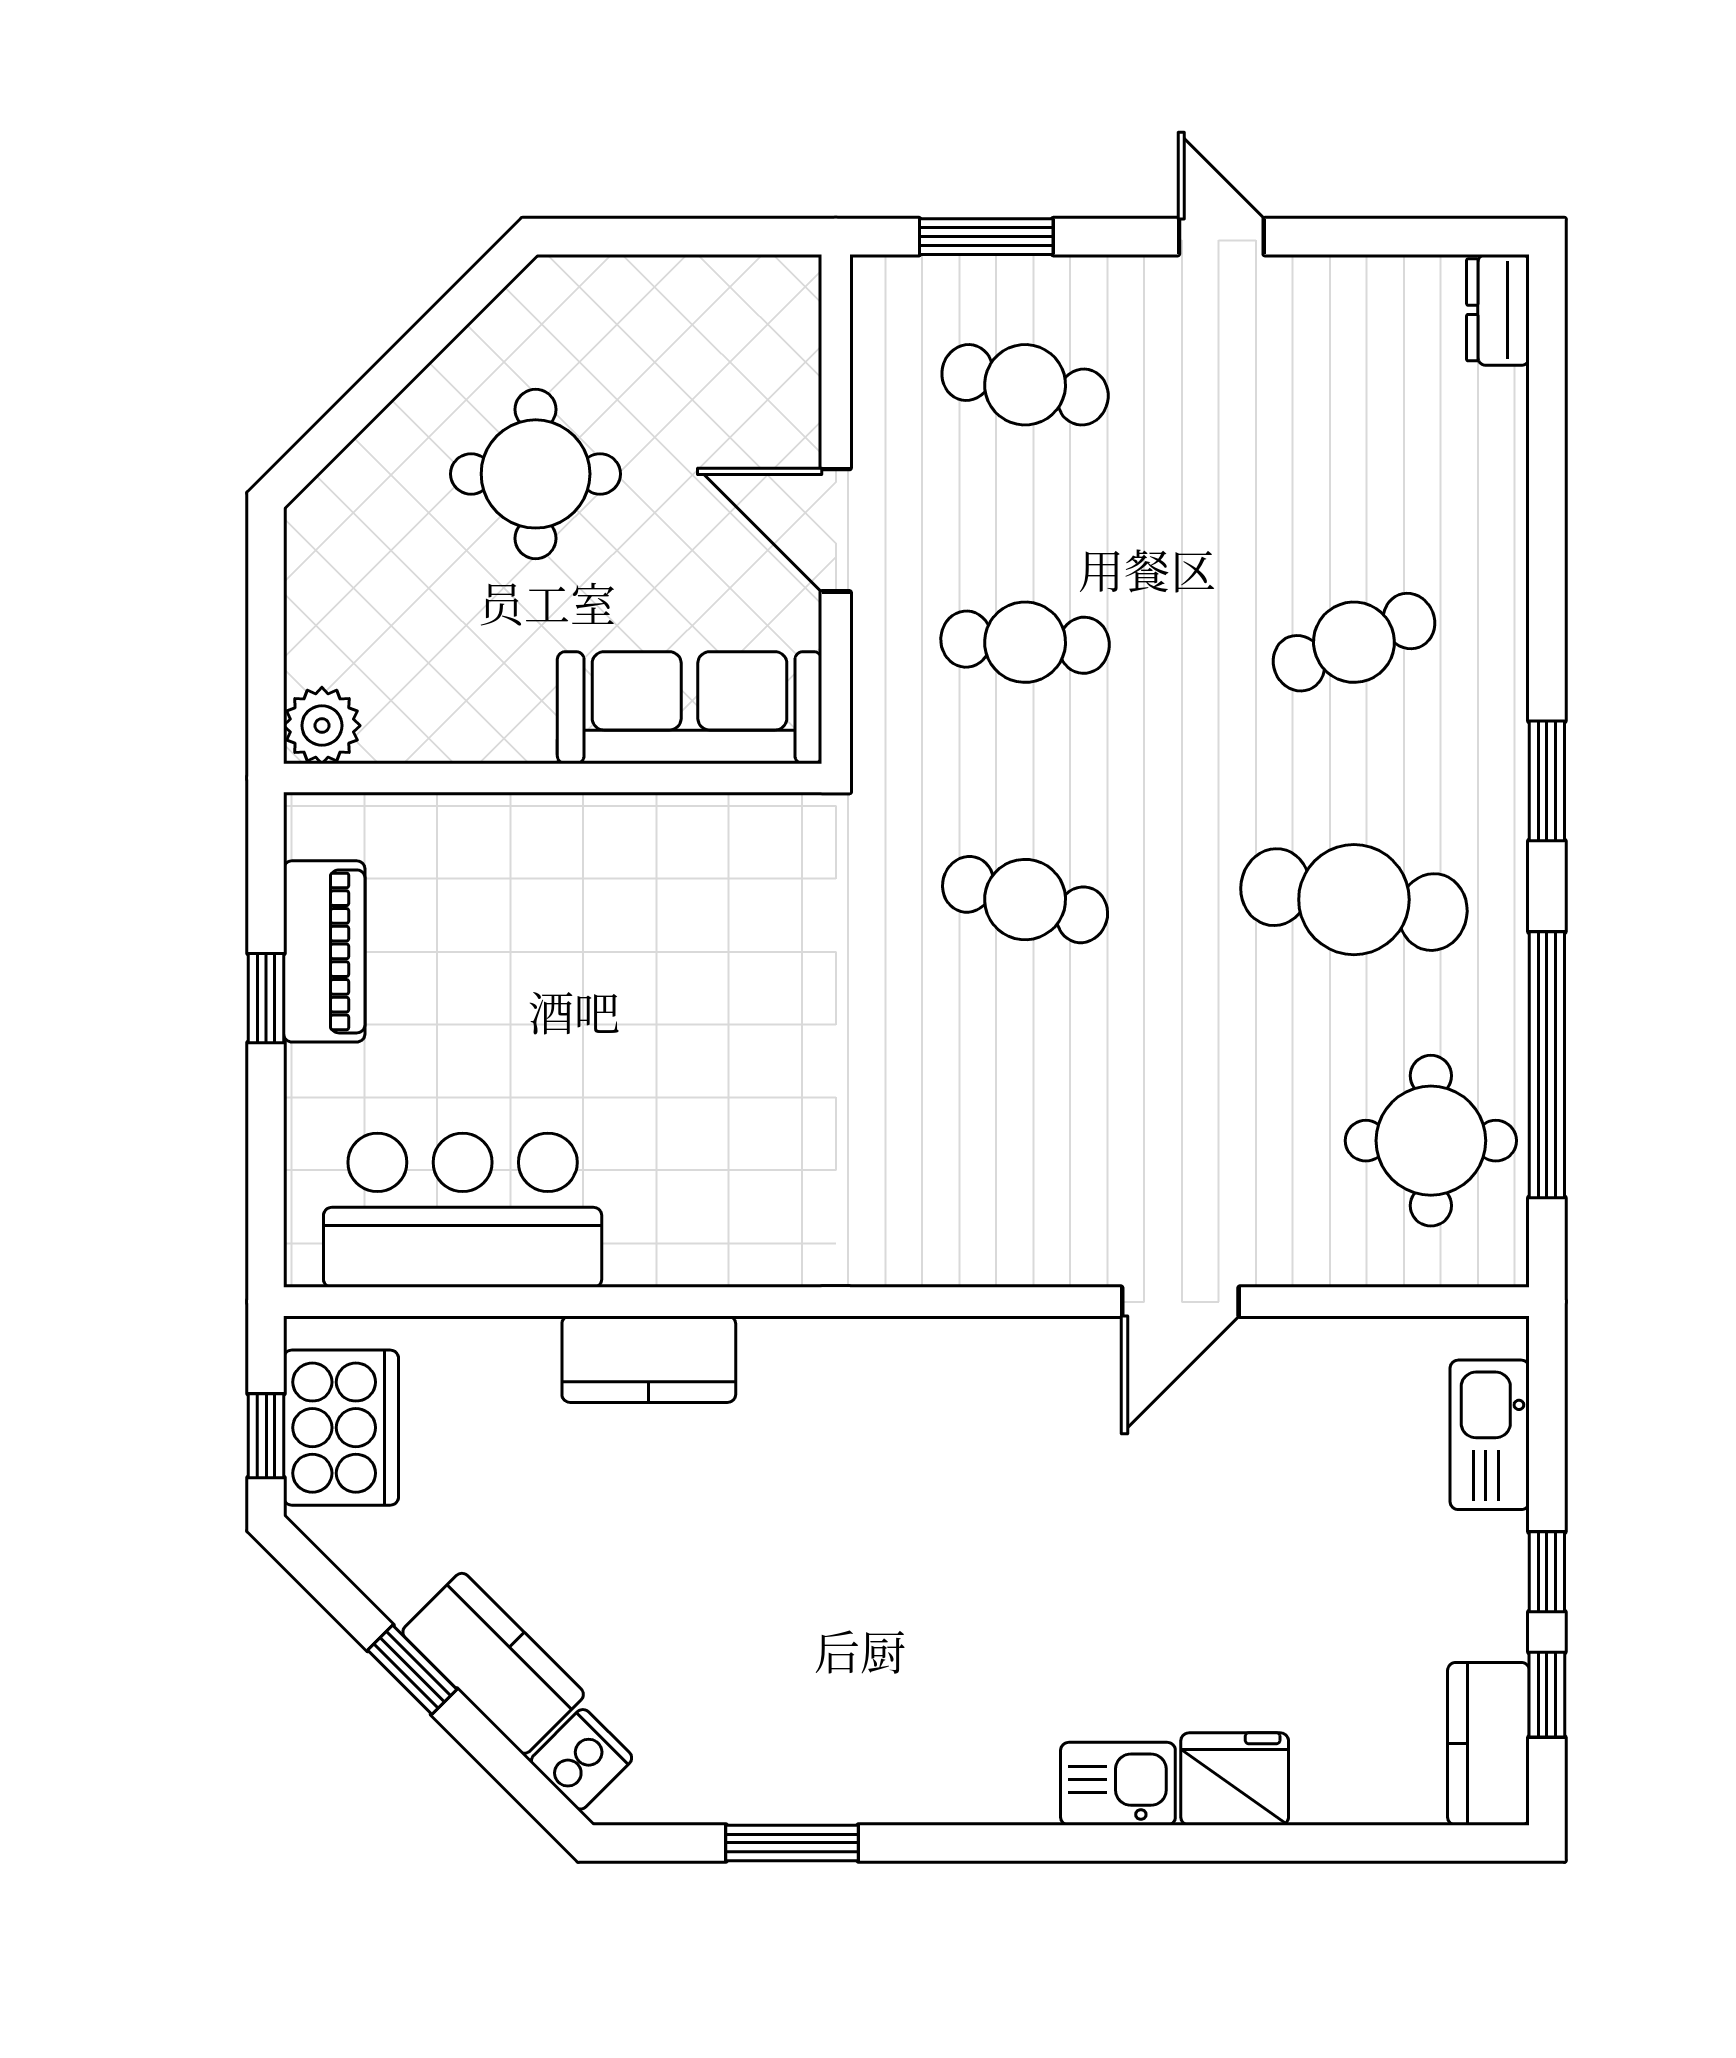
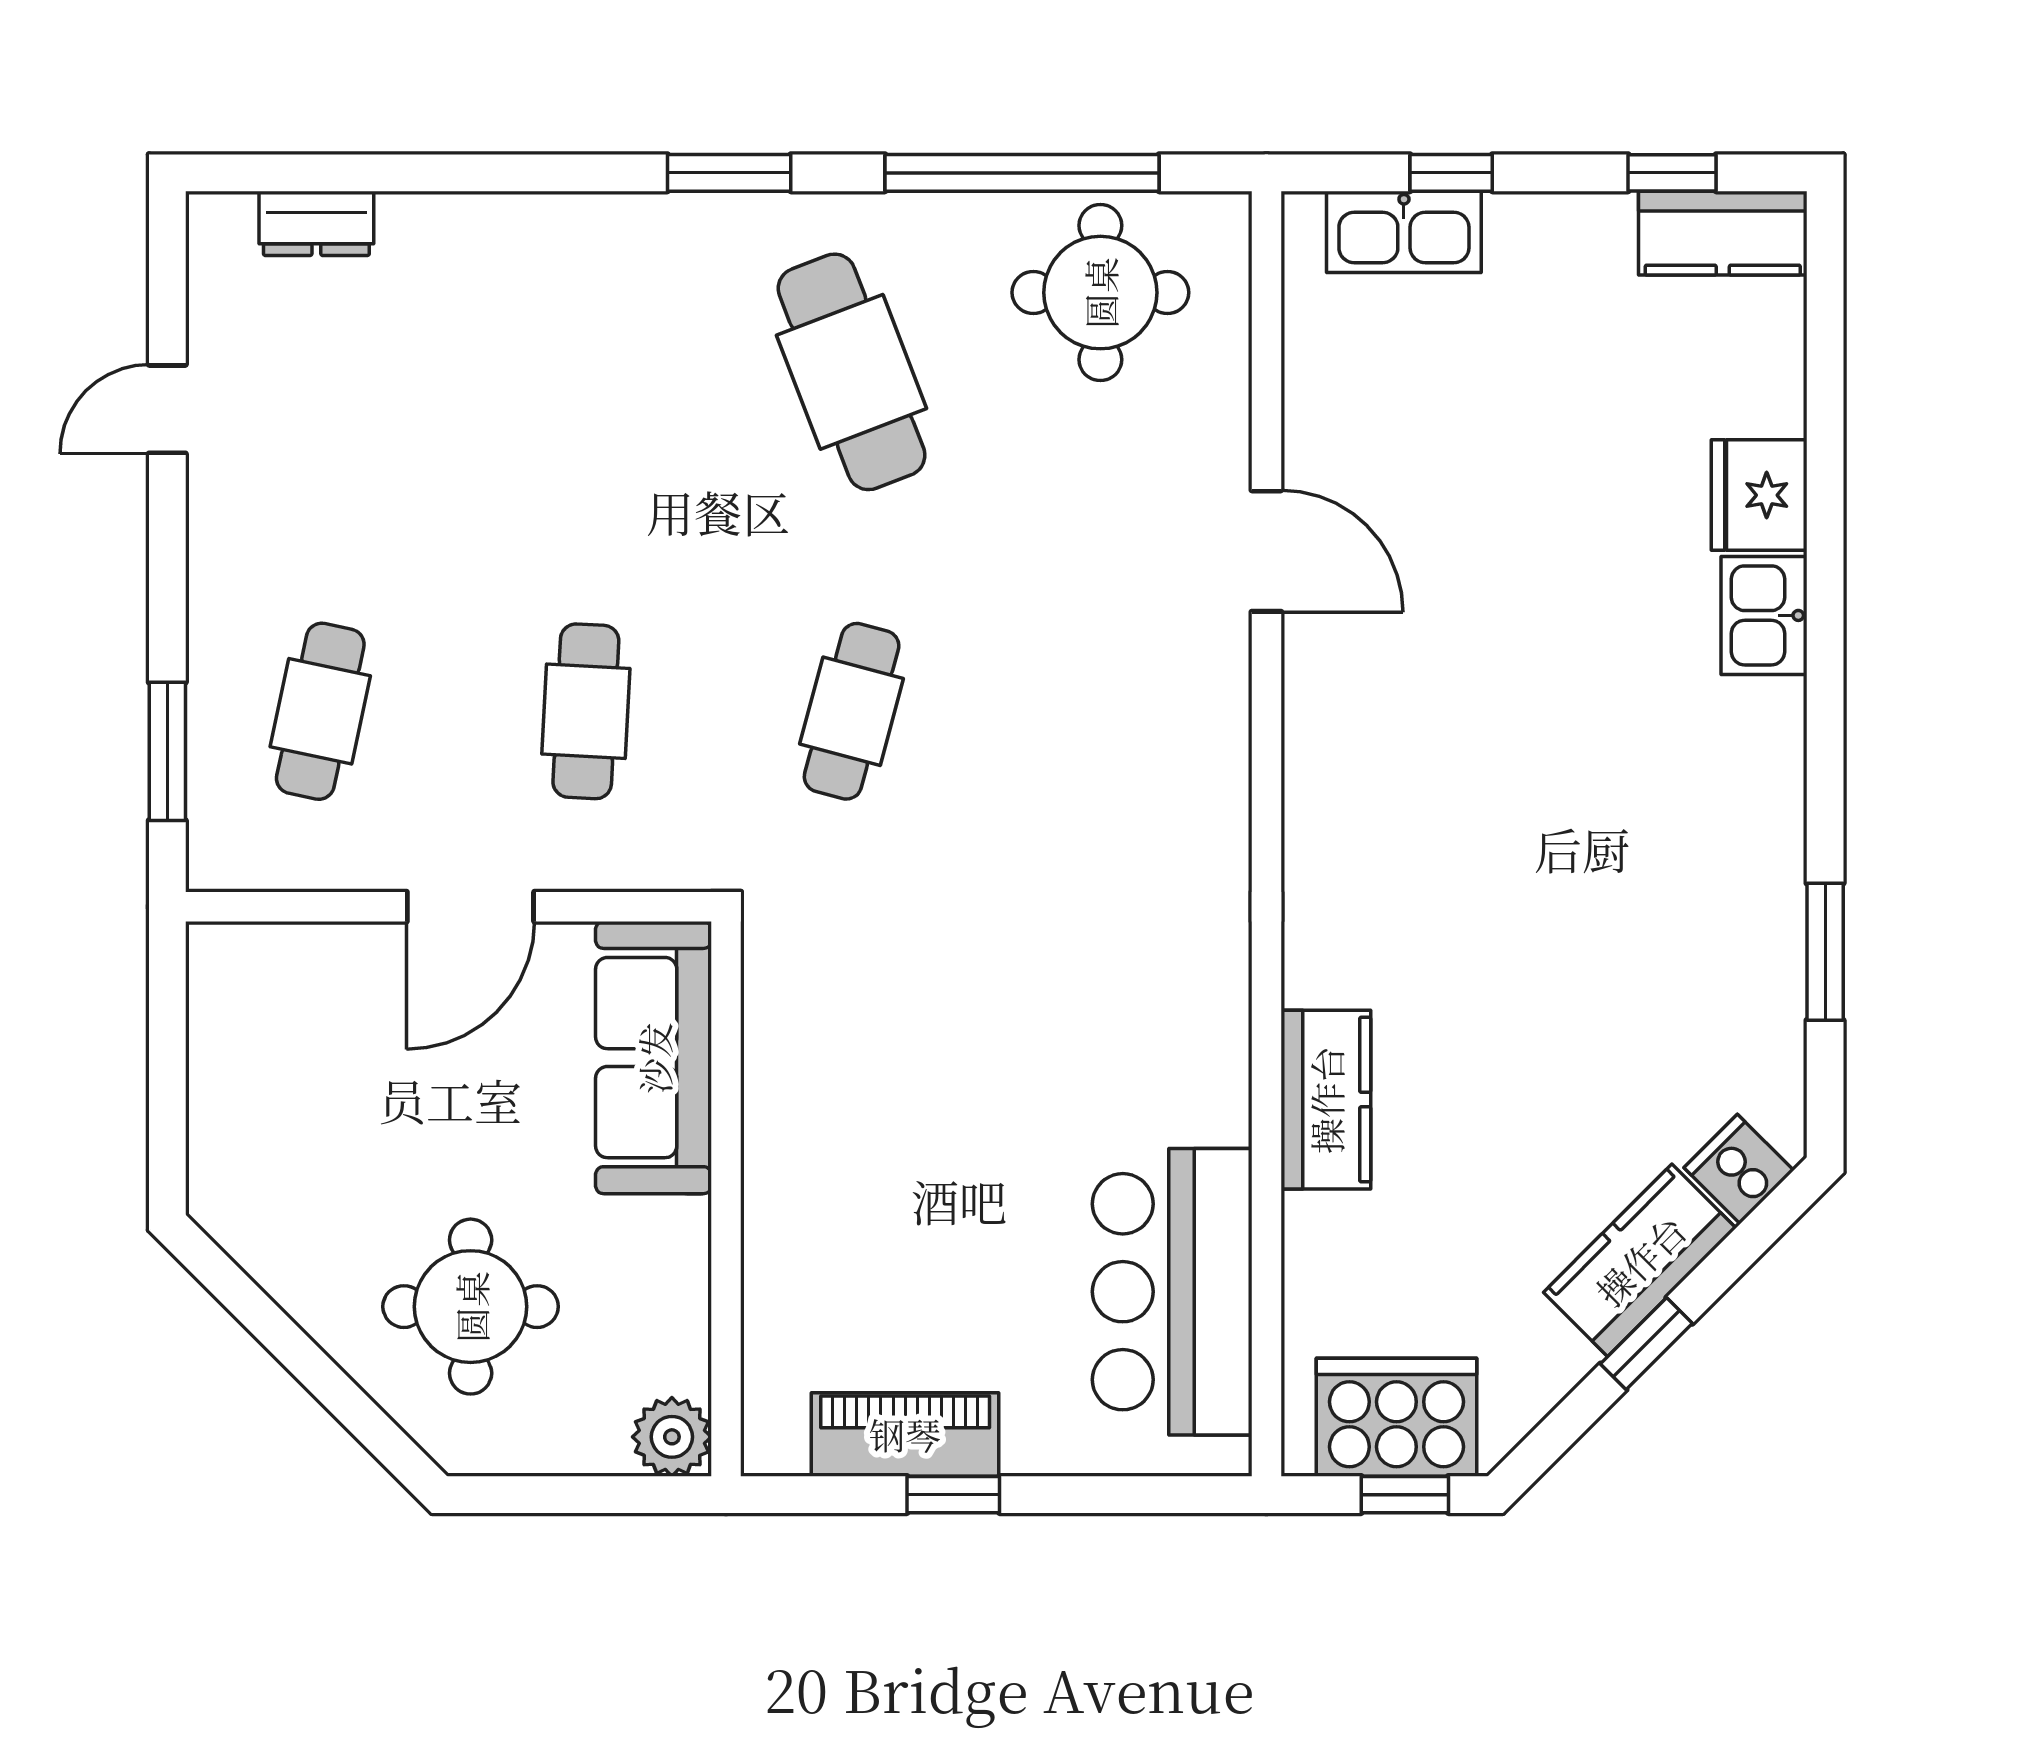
door: (1221, 237) -> (167, 409), moved
dresser: (1498, 310) -> (316, 223), moved
round table: (536, 474) -> (471, 1307), moved
cafe table: (1354, 642) -> (586, 372), removed
cafe table: (1354, 900) -> (852, 372), turned -30
window: (1547, 1572) -> (1451, 173), moved

